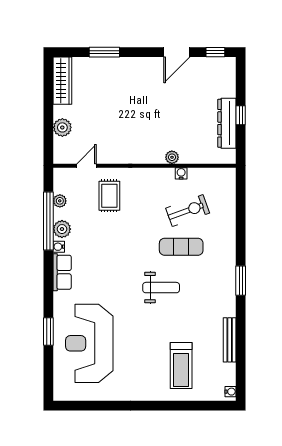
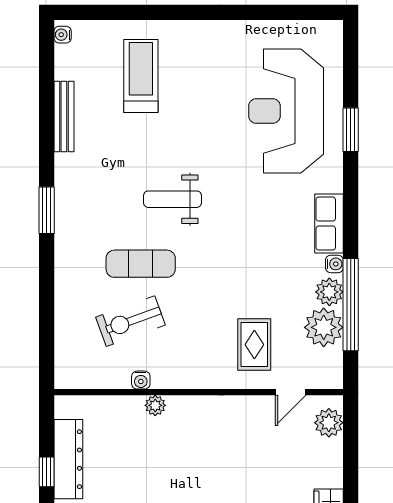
plant: (62, 127) -> (329, 423), moved
plant: (60, 201) -> (324, 327), width x1.87, depth x1.87
reception desk: (89, 343) -> (286, 111), turned 180

